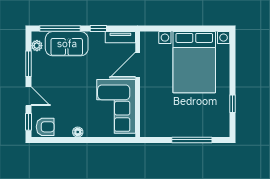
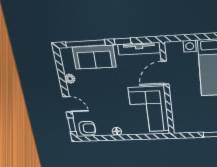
tv unit: (120, 37) -> (139, 49), width x1.41
plant: (37, 46) -> (70, 79), moved
window: (28, 64) -> (62, 77), removed

